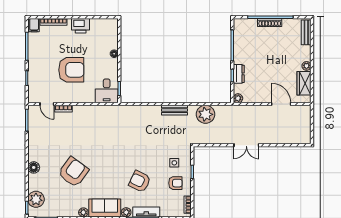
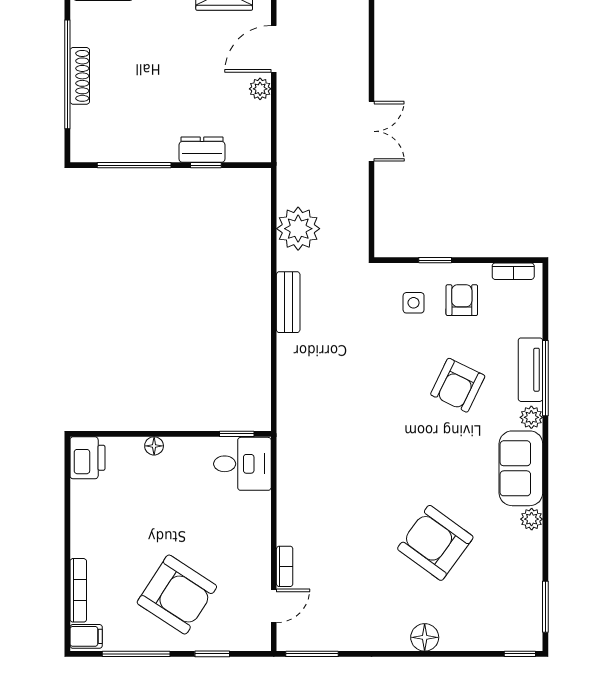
printer: (81, 26) -> (88, 458), moved
armchair: (71, 70) -> (177, 595), moved, turned 123
plant: (238, 98) -> (260, 89), moved
plant: (36, 199) -> (500, 632), removed

